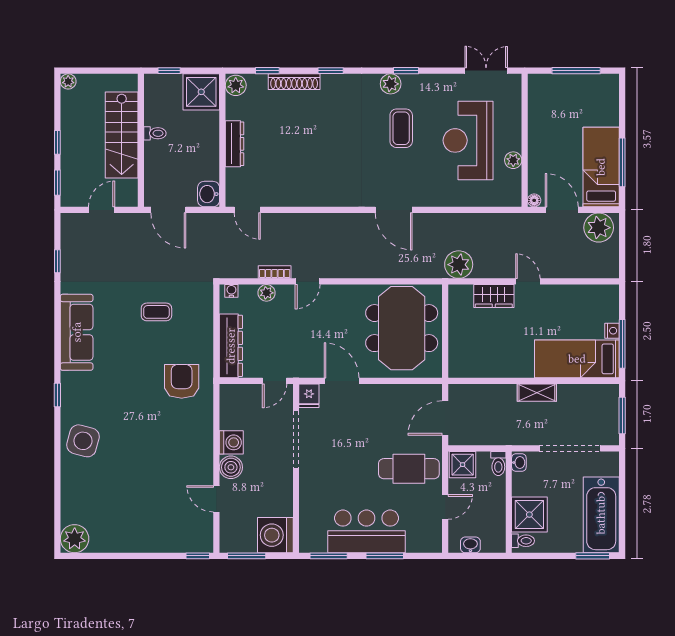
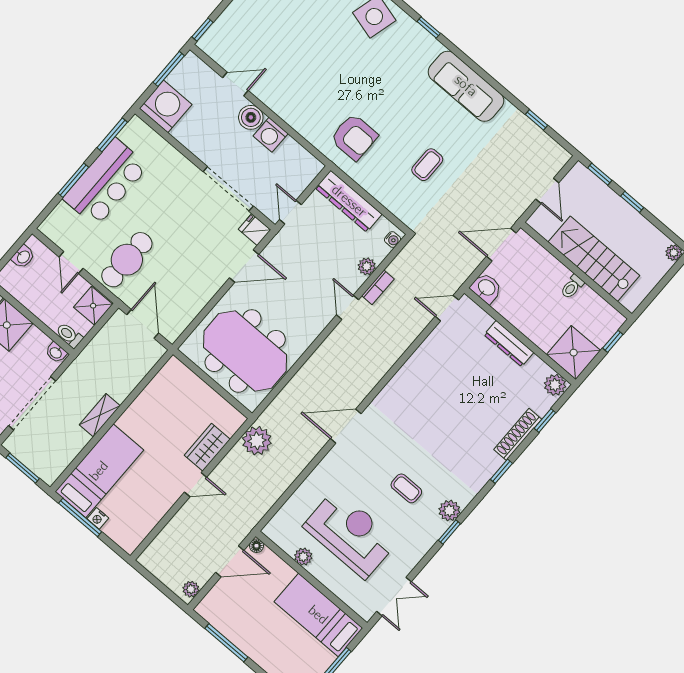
coffee table: (401, 128) -> (406, 488), width x0.73, depth x0.77
bed: (601, 167) -> (318, 615), moved, turned 180
plant: (599, 228) -> (191, 589), width x0.53, depth x0.53

